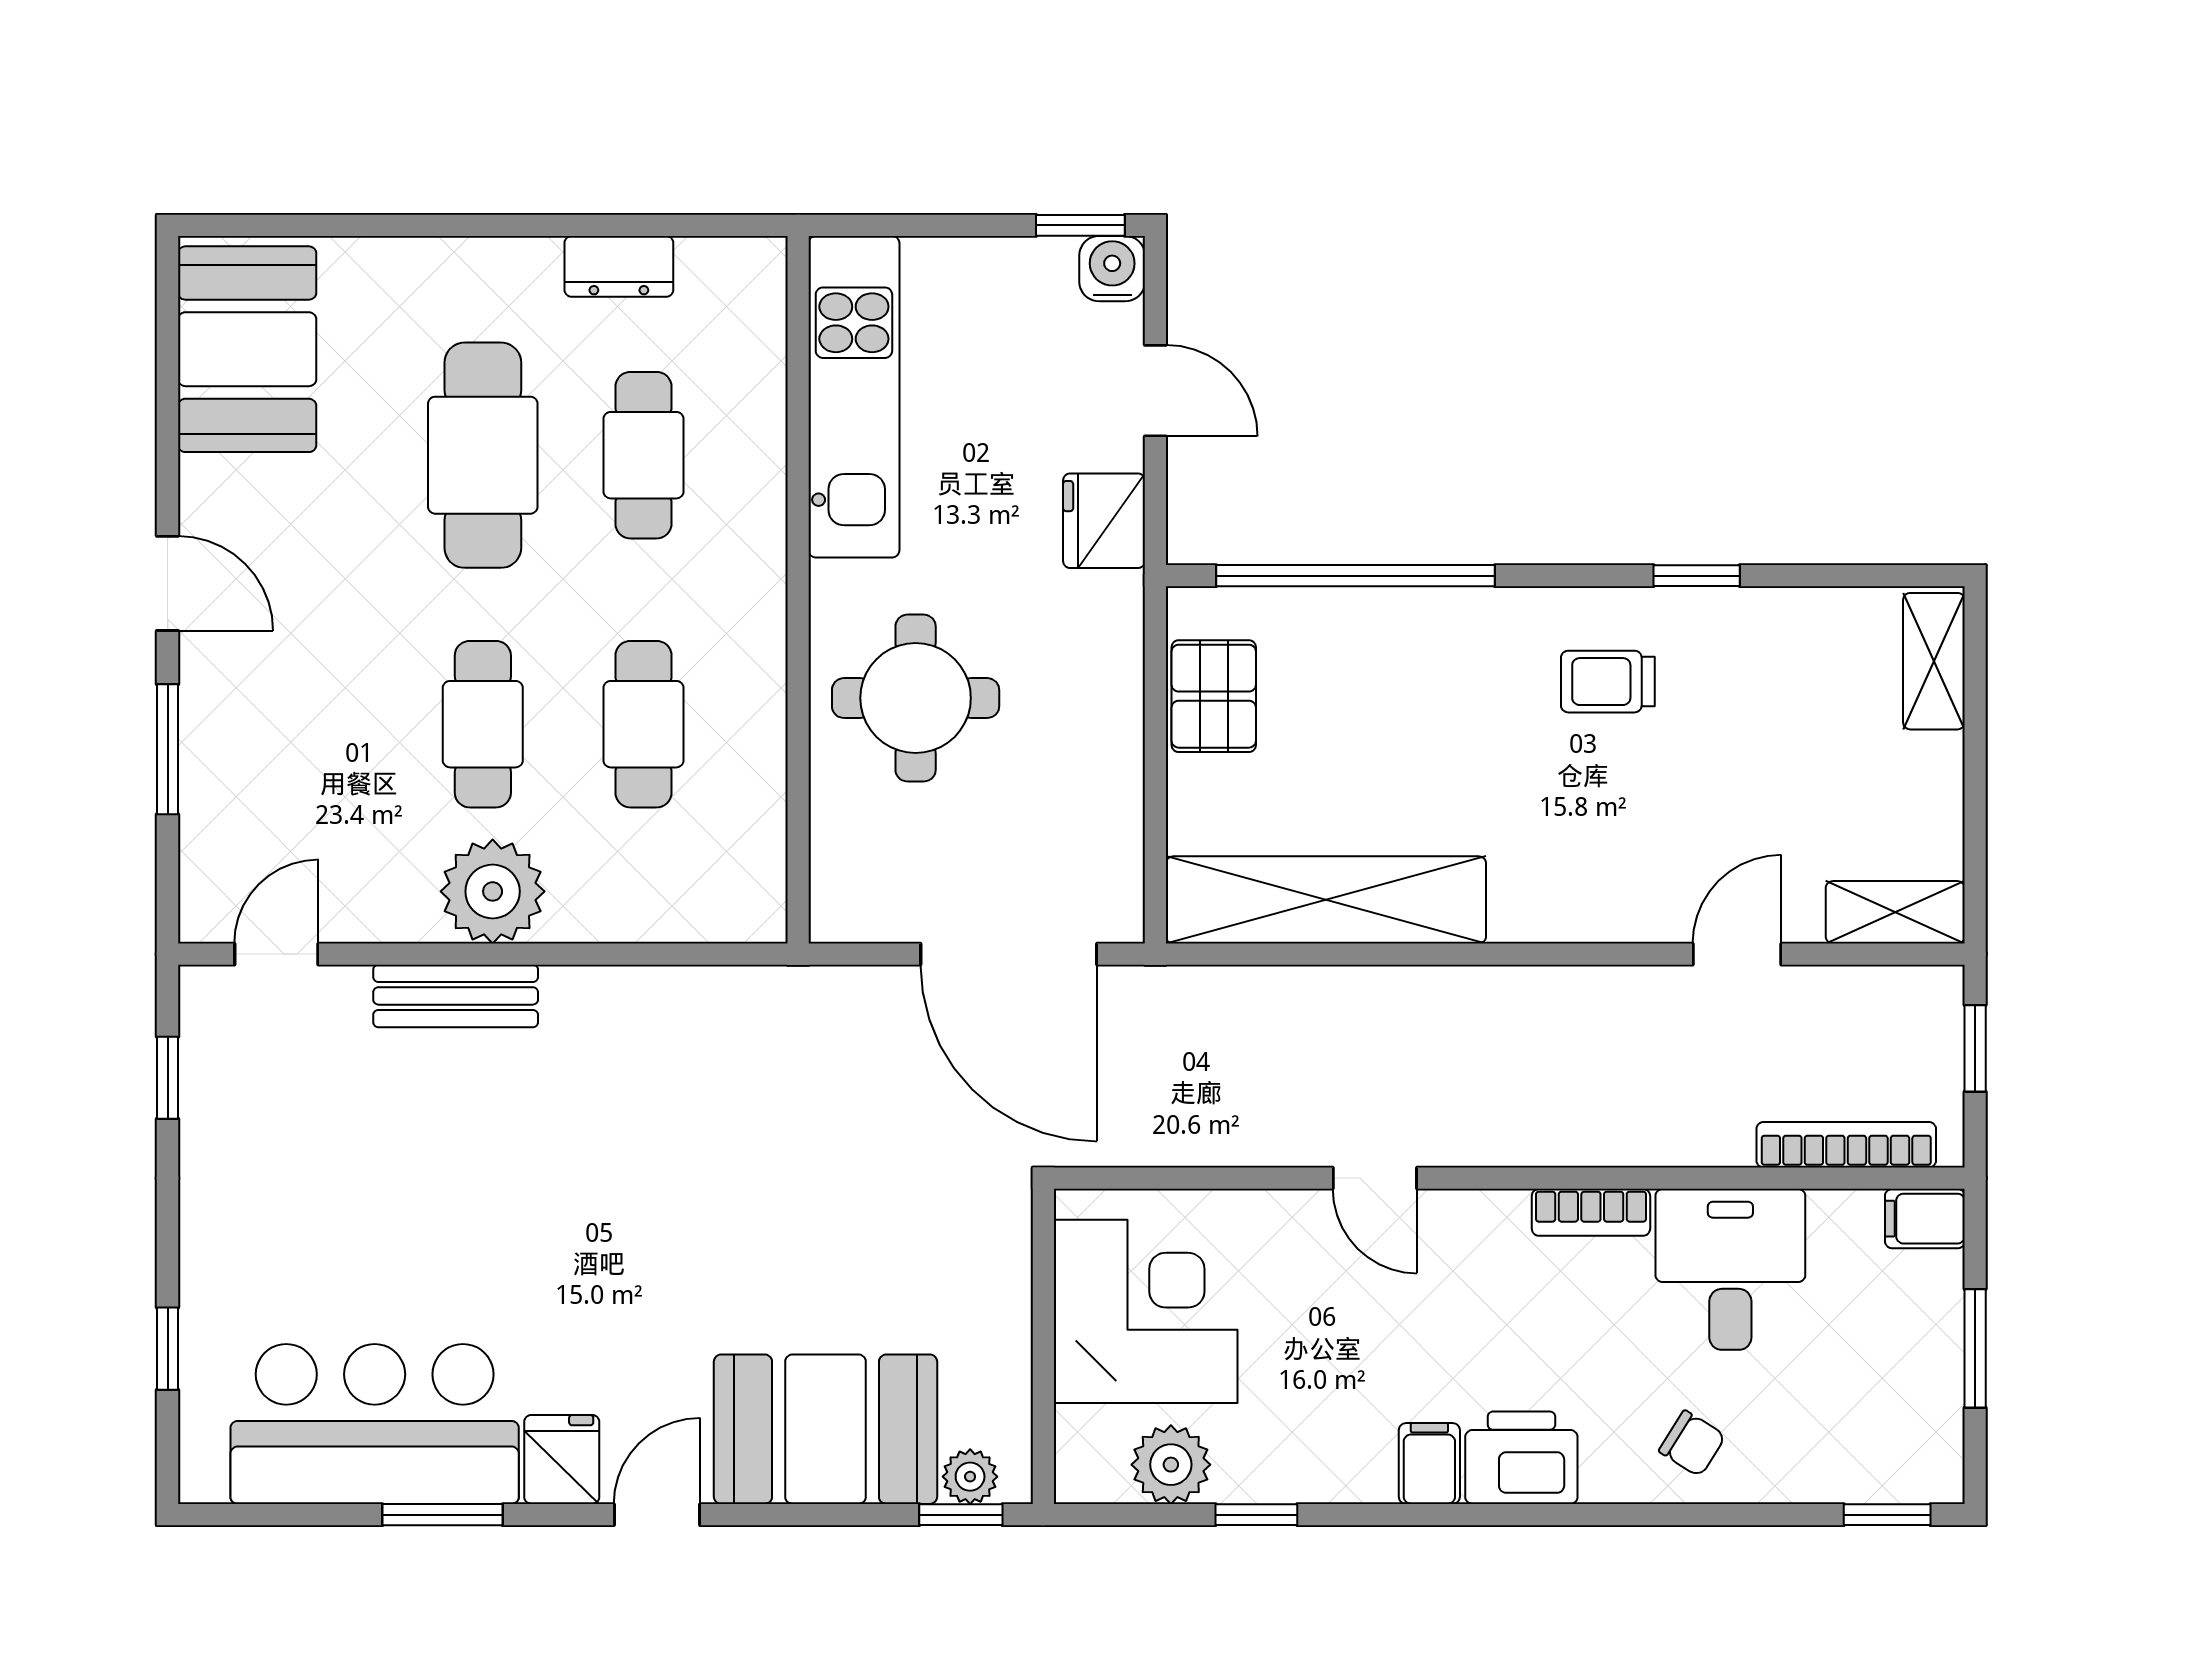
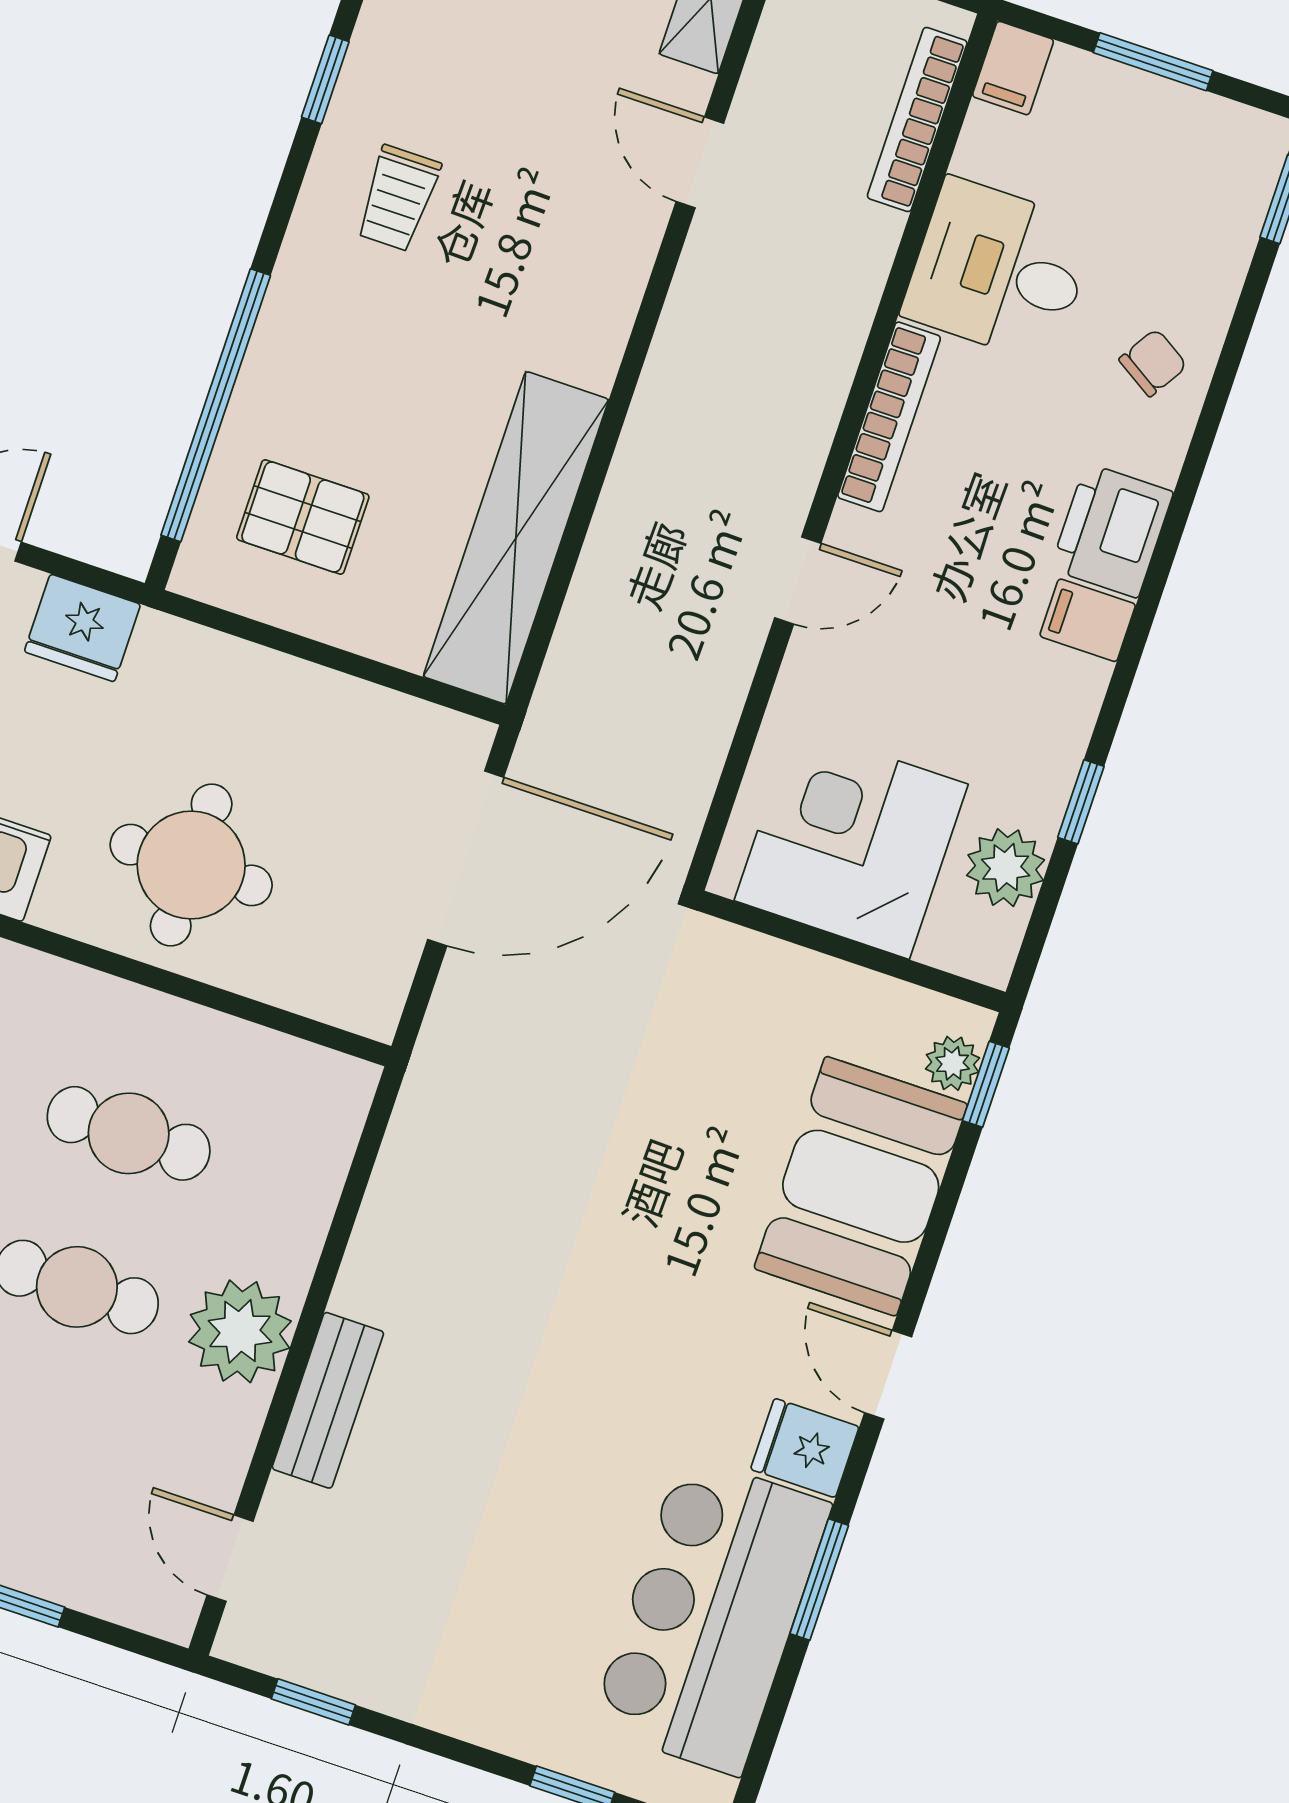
pallet: (1214, 696) -> (303, 517), moved
bookcase: (1591, 1212) -> (889, 417), width x1.56

